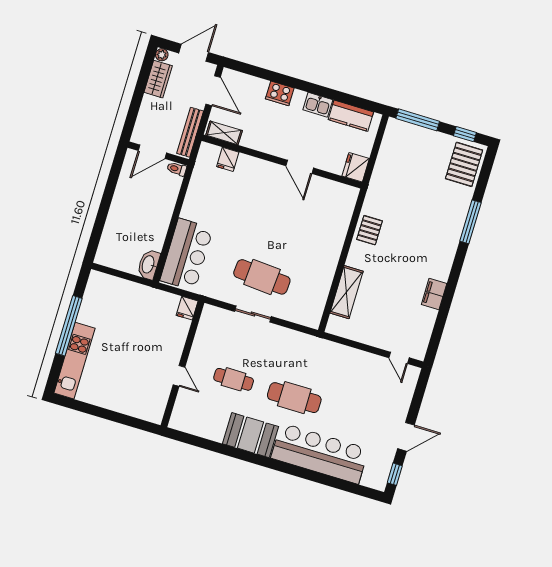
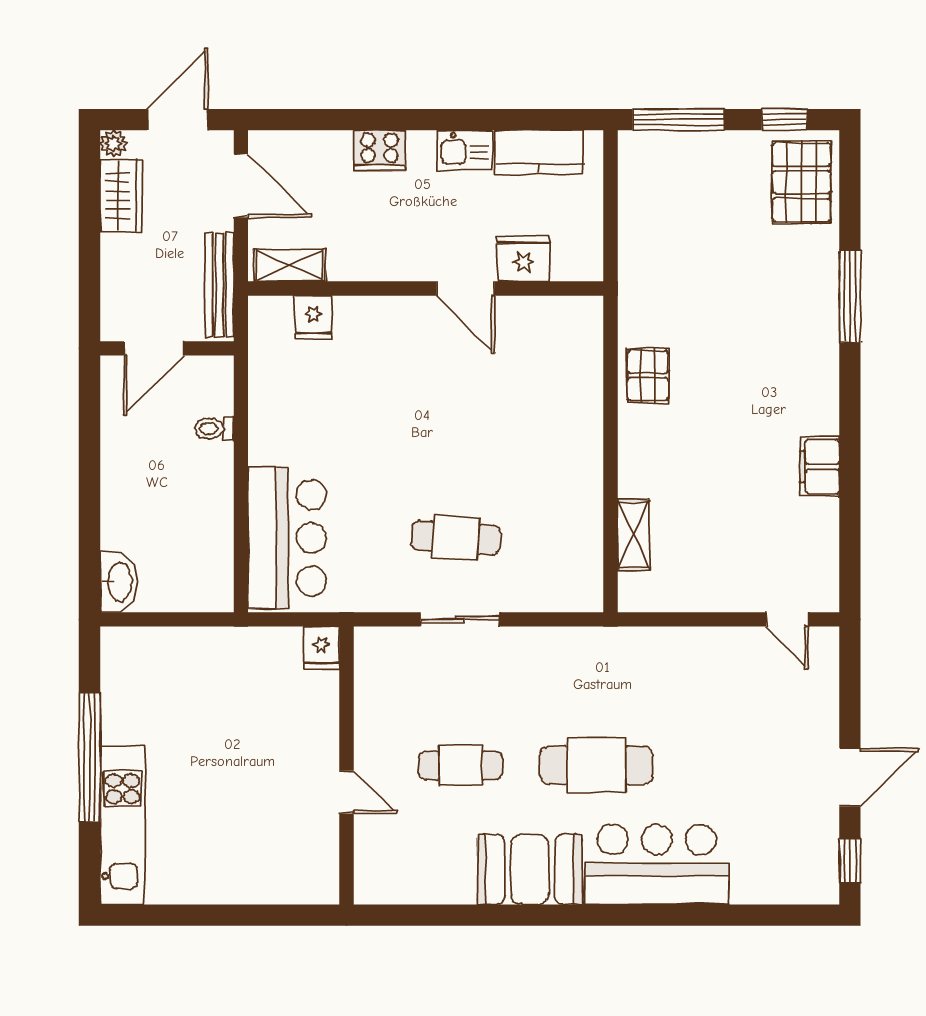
fridge: (356, 167) -> (523, 259), moved, turned 90
toilet: (177, 169) -> (214, 429), moved
washbasin: (149, 264) -> (119, 582), moved, turned 180
cafe table: (262, 277) -> (456, 538), width x0.73, depth x0.74
shelving: (347, 292) -> (634, 535), width x0.67, depth x0.75
bar counter: (320, 453) -> (657, 864), width x0.73

